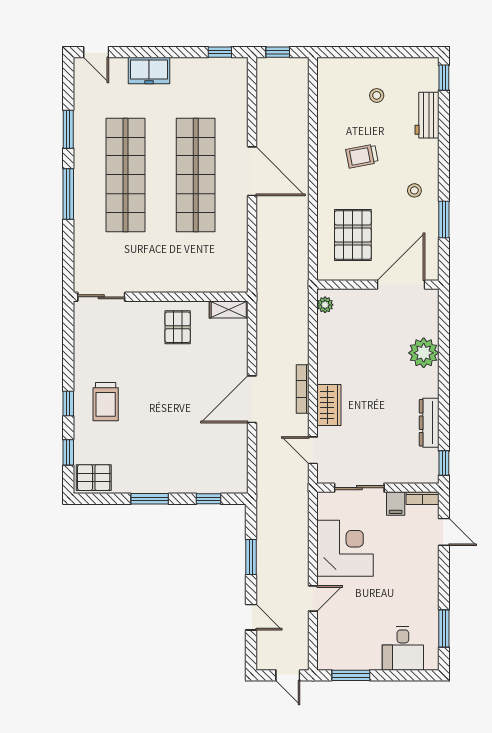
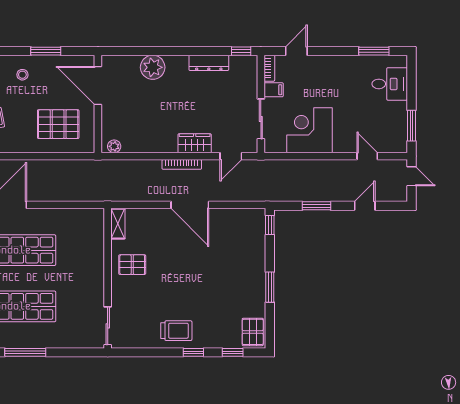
trolley: (106, 402) -> (176, 331), moved
window: (209, 499) -> (270, 225), moved
door: (313, 598) -> (367, 156), moved
door: (288, 675) -> (411, 176), hinge flipped

